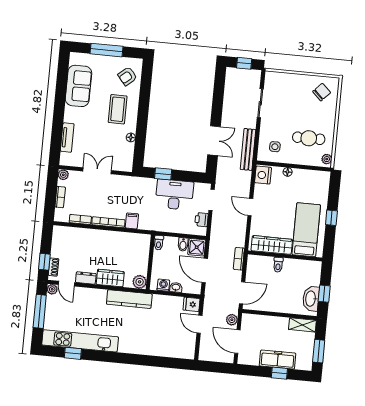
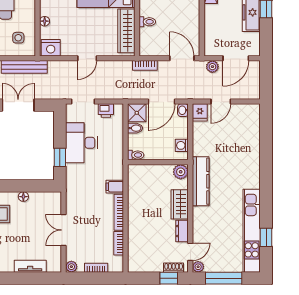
washbasin: (176, 287) -> (183, 110), moved

